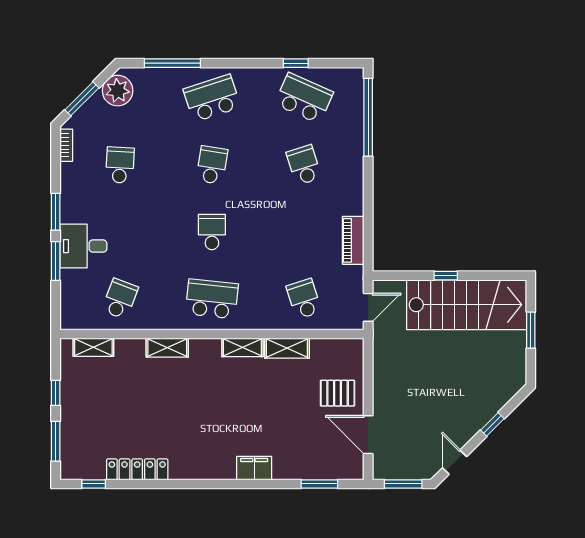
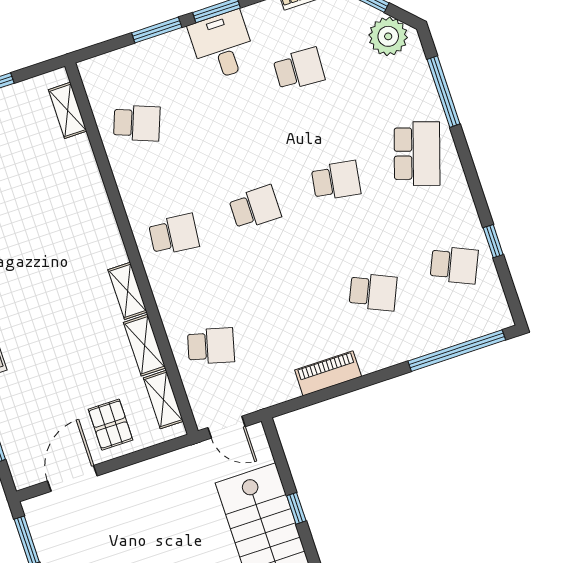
school desk: (212, 98) -> (417, 154), turned 36
school desk: (304, 98) -> (454, 265), width x0.54
school desk: (304, 165) -> (373, 292), turned 42
piano: (353, 240) -> (328, 373), moved
desk: (83, 246) -> (222, 45), moved
school desk: (212, 299) -> (174, 234), width x0.54
school desk: (304, 299) -> (211, 346), turned 33
shelving: (167, 348) -> (163, 400), moved

